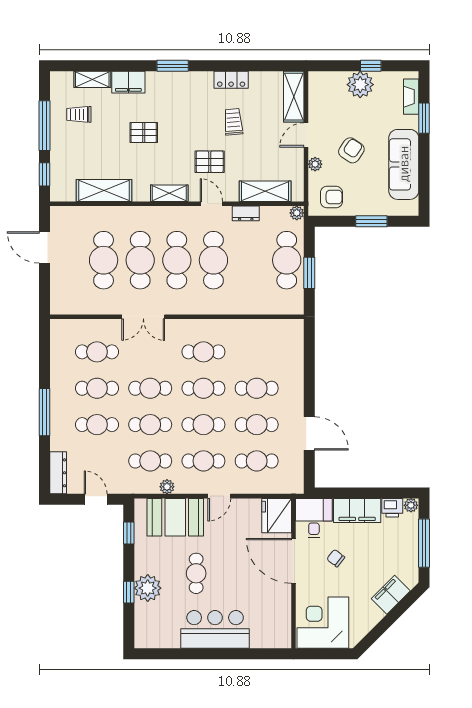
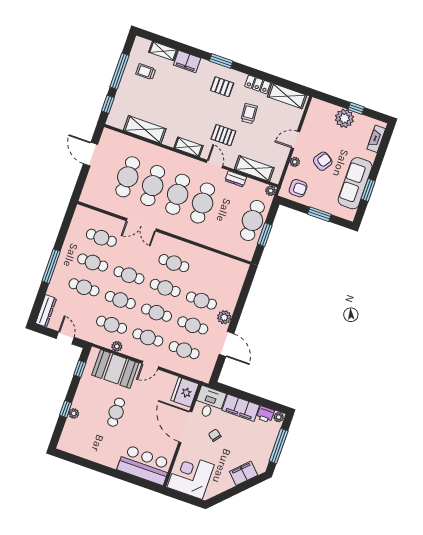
shelving: (294, 97) -> (287, 96), moved, turned 90
window: (424, 118) -> (368, 190), moved
pallet: (144, 133) -> (222, 87), moved
plant: (294, 400) -> (224, 317), added
plant: (148, 588) -> (74, 413), width x0.53, depth x0.53
bar counter: (215, 629) -> (144, 465), moved

